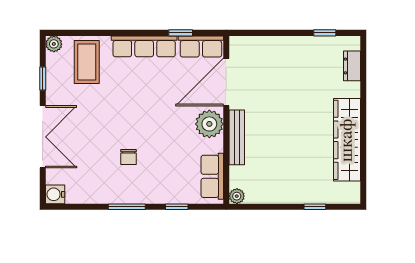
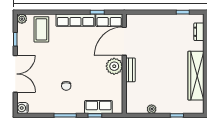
bench: (237, 137) -> (131, 70), width x0.73
row of seats: (212, 176) -> (98, 107), moved, turned 90
plant: (237, 196) -> (152, 109), moved

